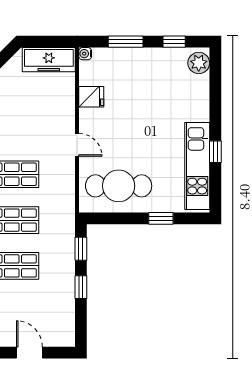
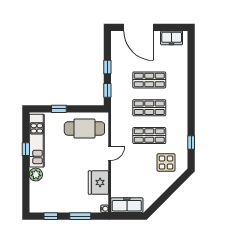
plant: (199, 63) -> (36, 175), moved
fridge: (91, 97) -> (98, 183), width x1.88, depth x1.34
door: (77, 145) -> (110, 153), swing flipped
door: (29, 353) -> (139, 27), width x1.88

